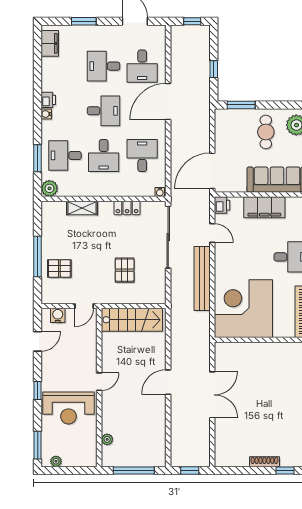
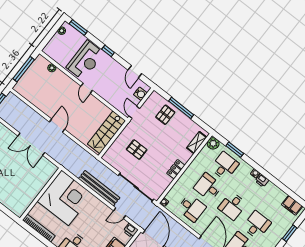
shelving: (82, 208) -> (197, 143), moved
locker: (127, 208) -> (176, 169), moved
reception desk: (68, 408) -> (85, 60), turned 180

